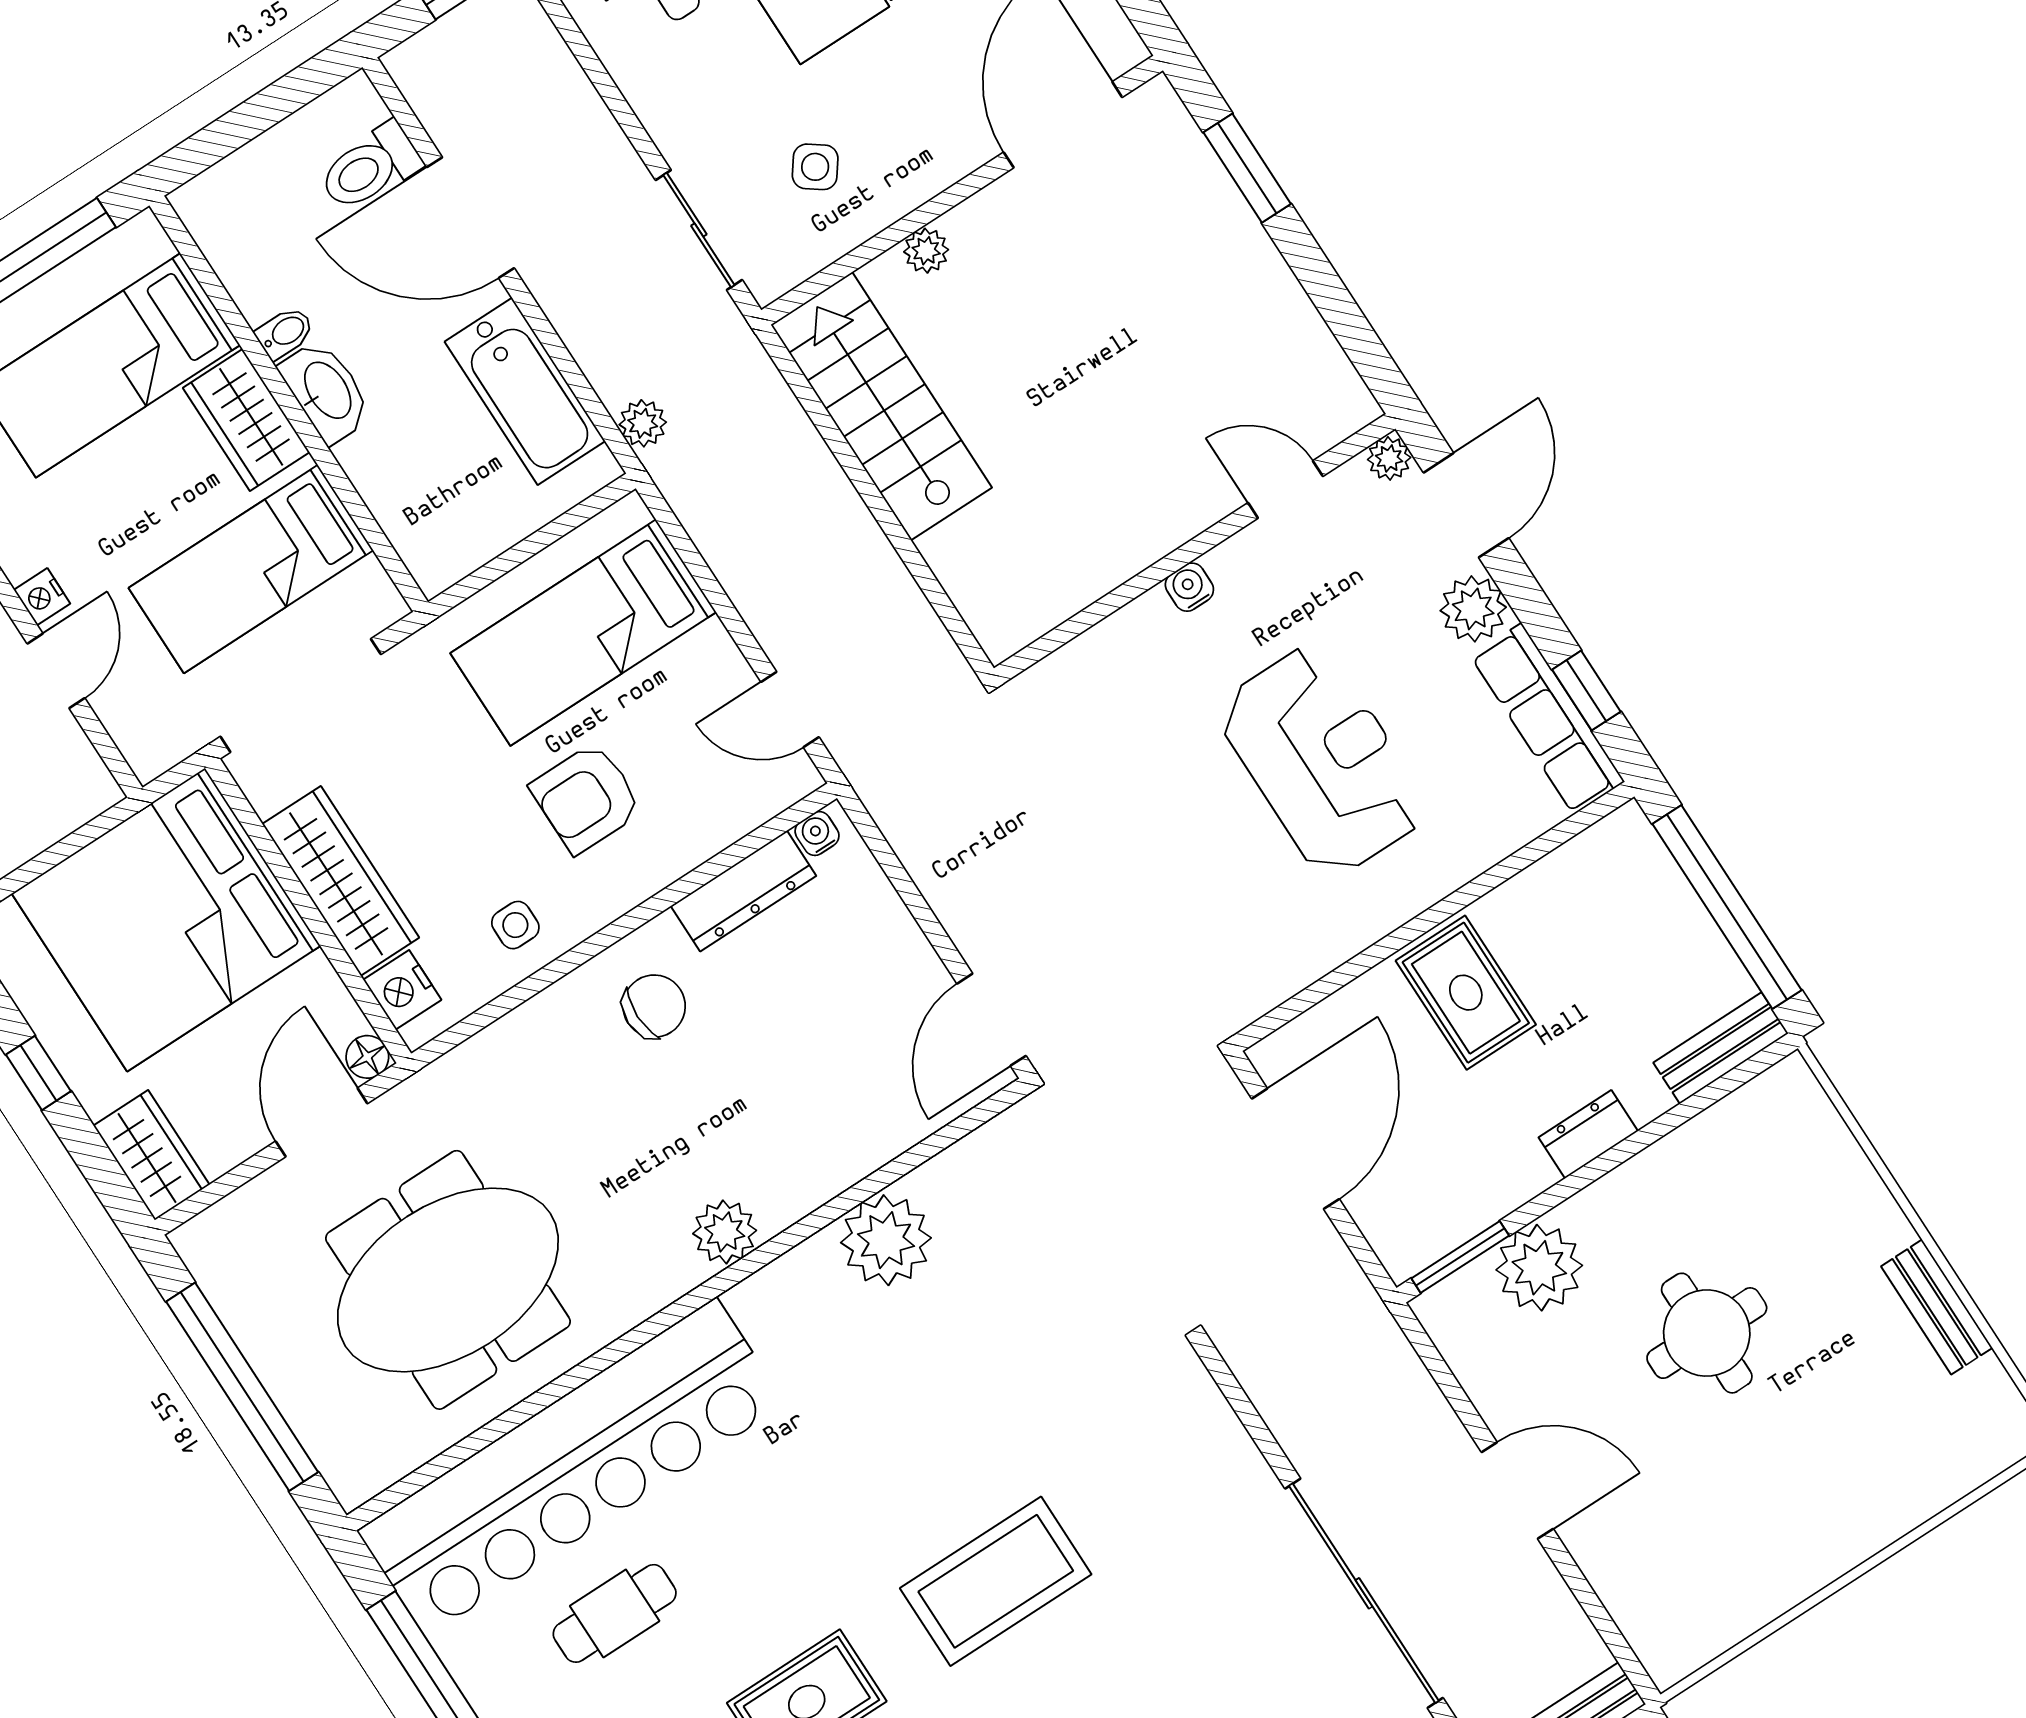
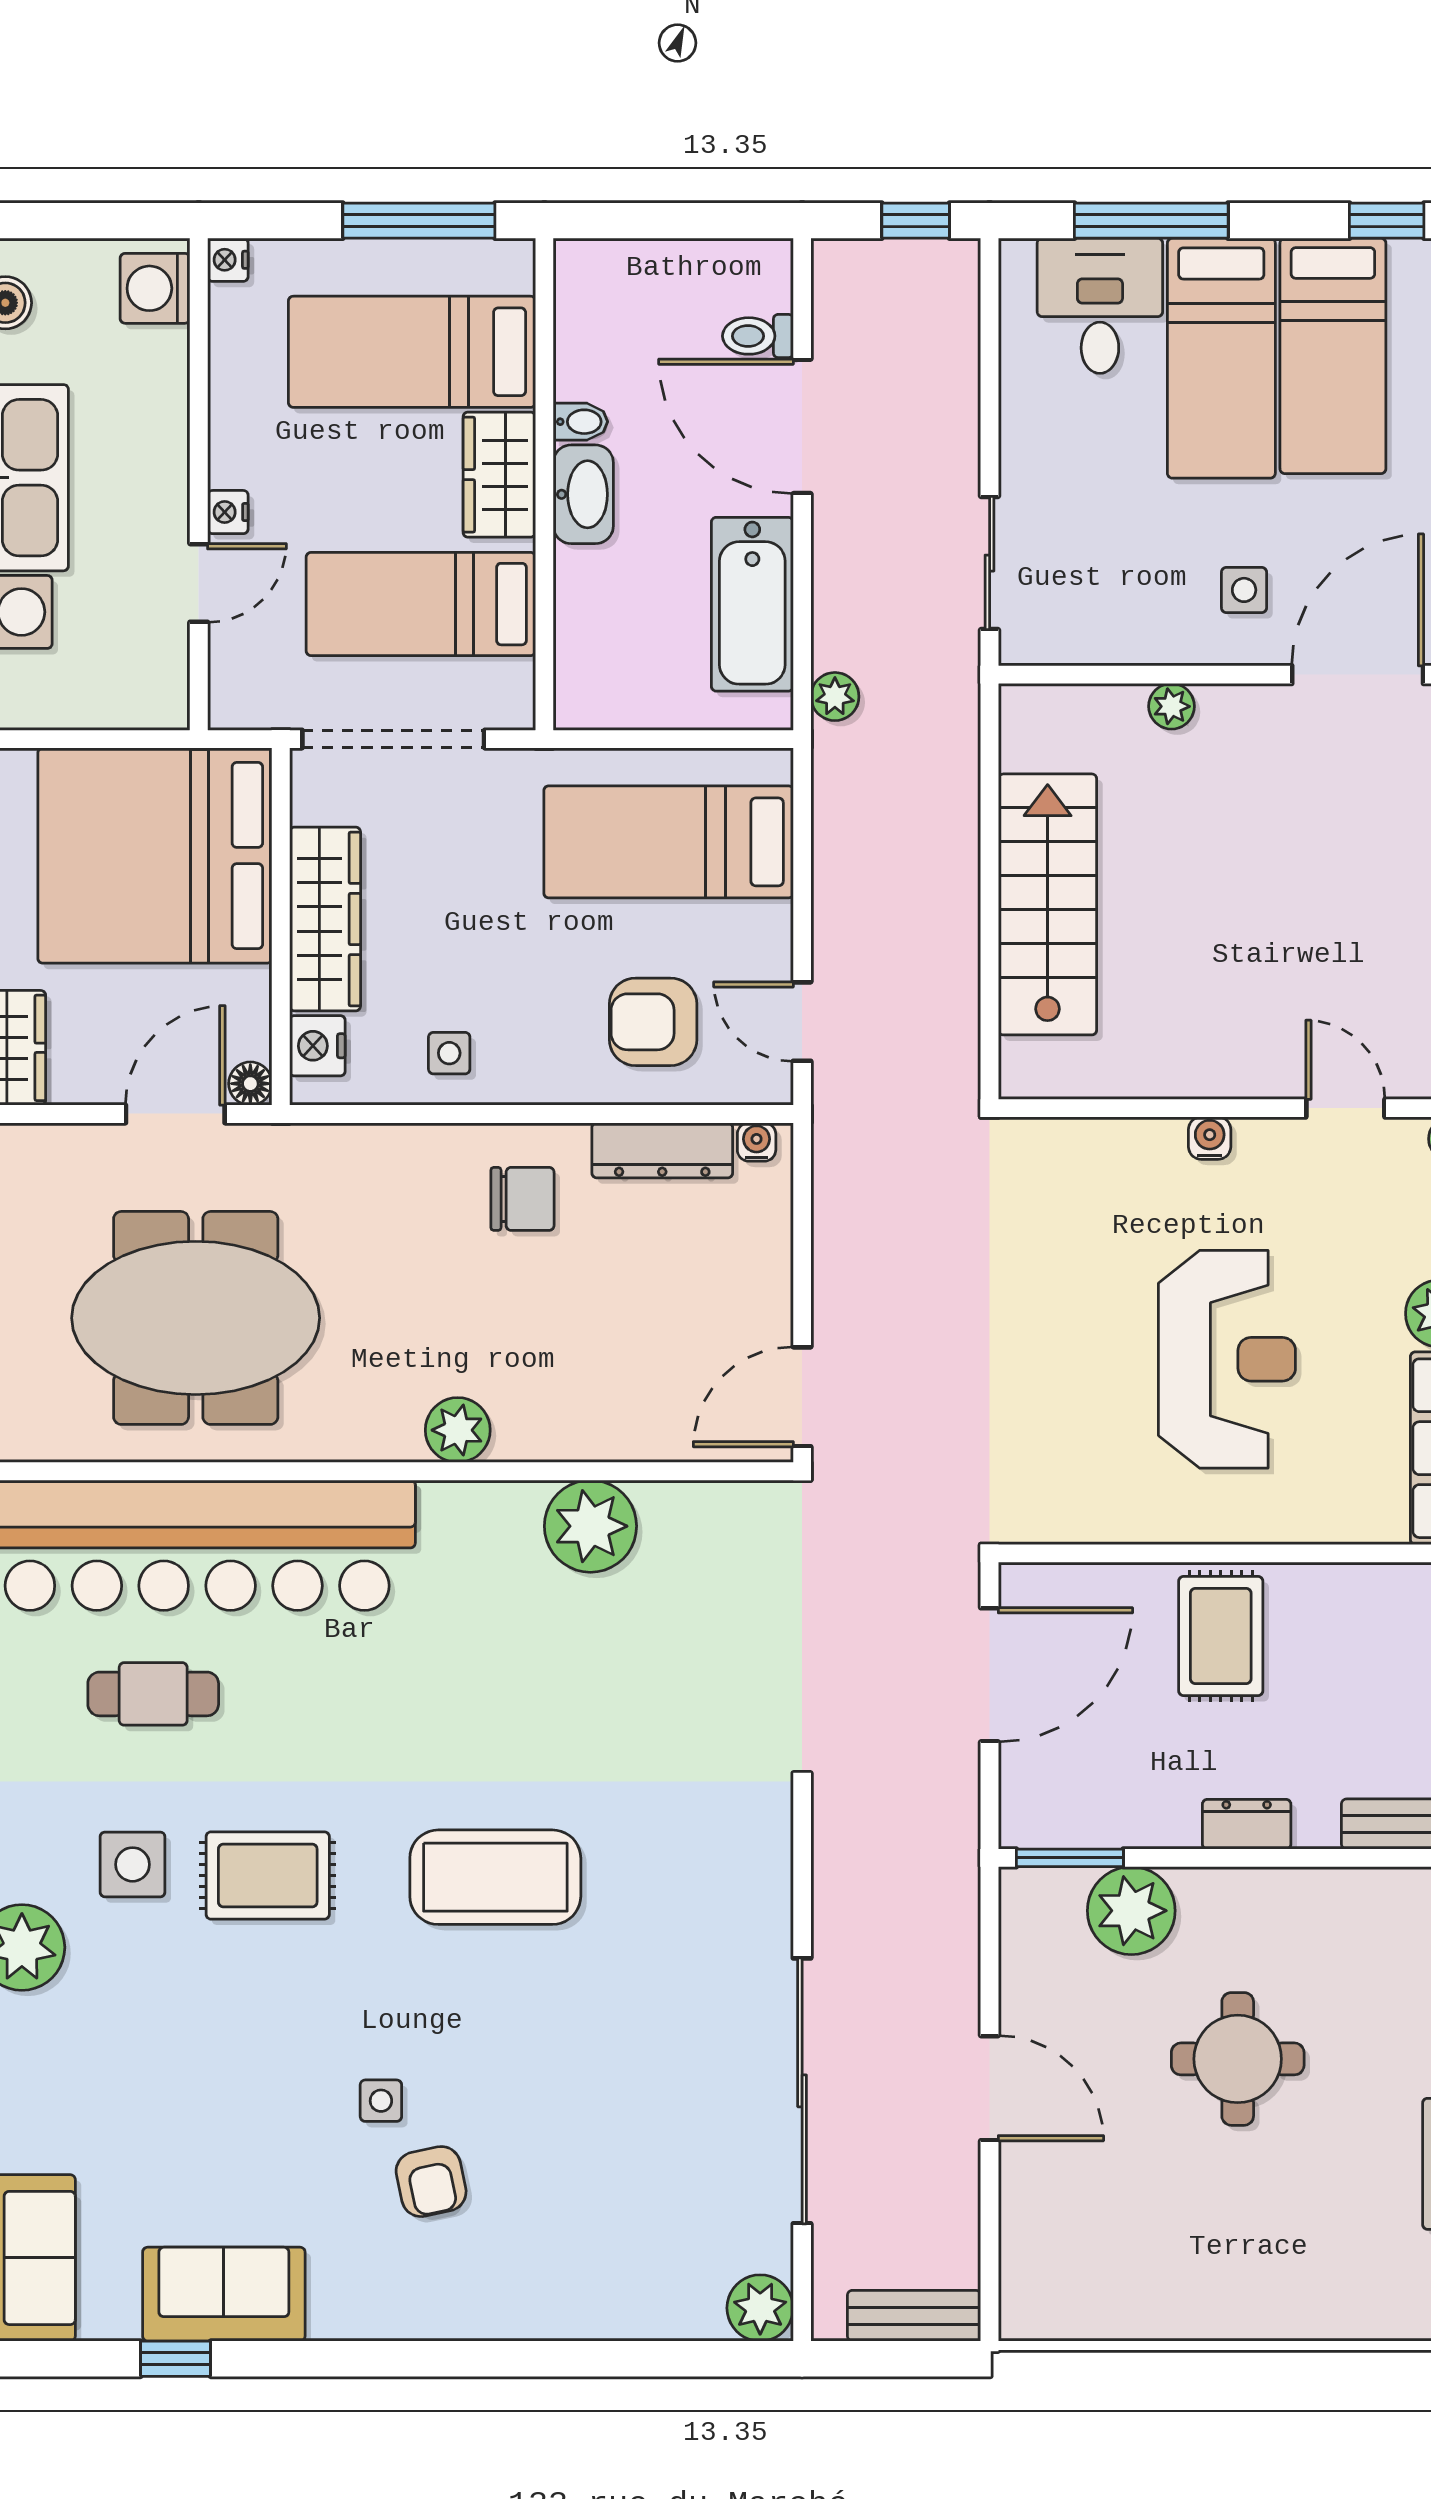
toilet: (370, 167) -> (758, 336), width x0.73, depth x0.72
side table: (815, 167) -> (1244, 590), moved, turned -36
stairs: (881, 406) -> (1048, 904), moved
armchair: (586, 798) -> (653, 1022), moved

